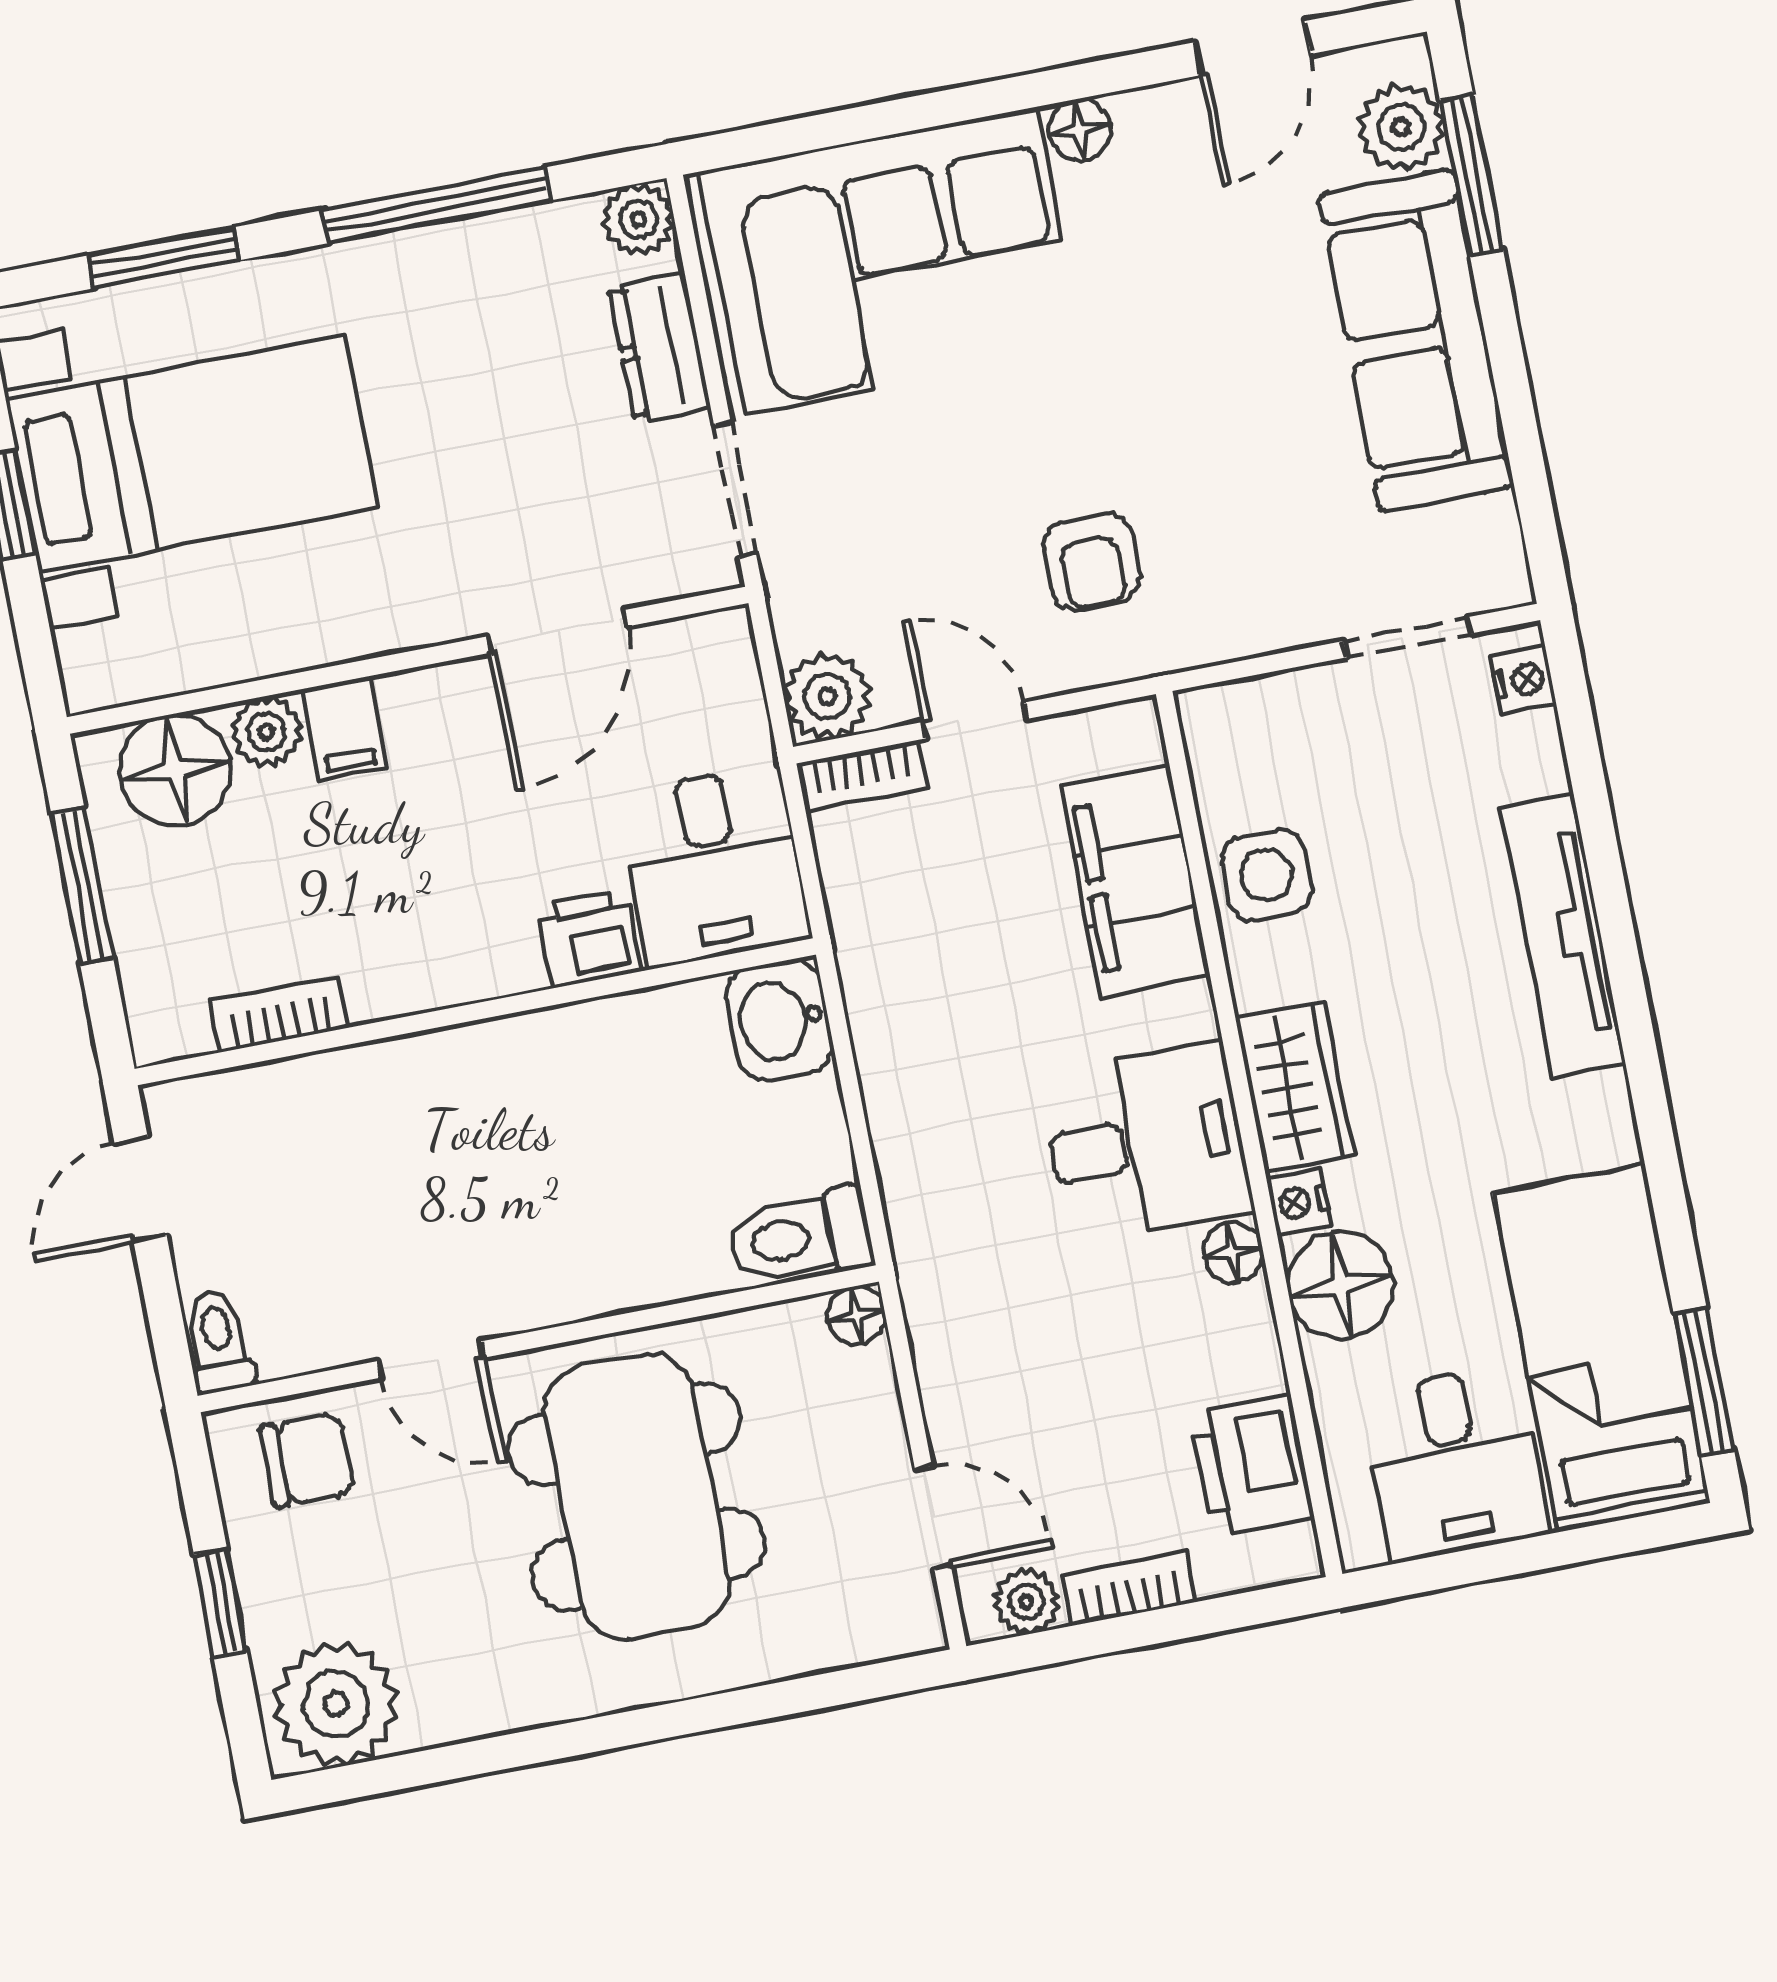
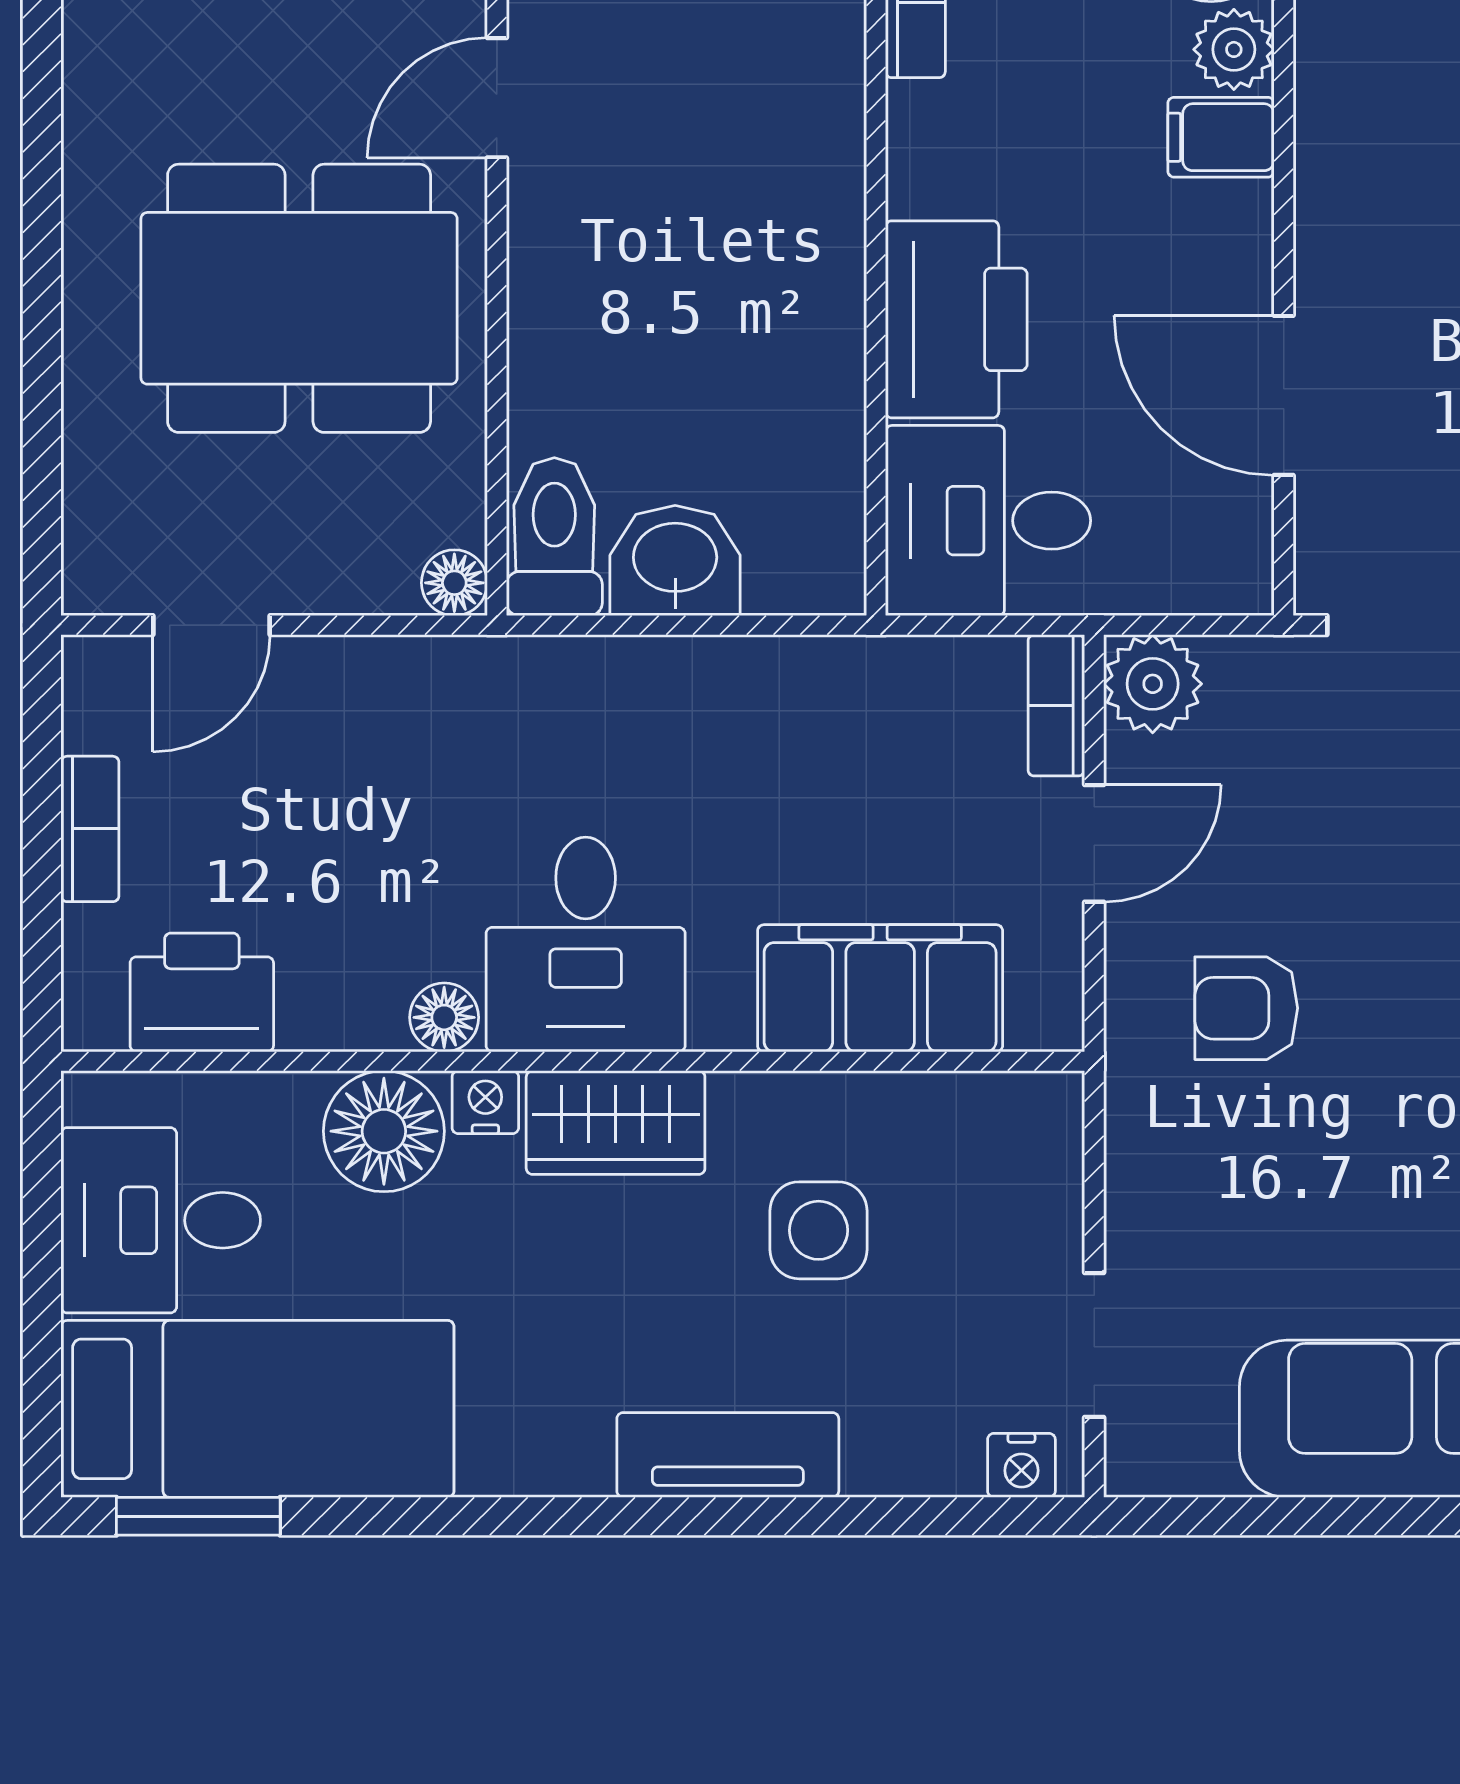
side table: (1267, 875) -> (819, 1230), moved
tv unit: (1563, 935) -> (728, 1455), width x0.71
printer: (589, 939) -> (956, 319), width x1.87, depth x1.48
washbasin: (779, 1020) -> (675, 561), moved
plant: (1026, 1602) -> (98, 712), removed

